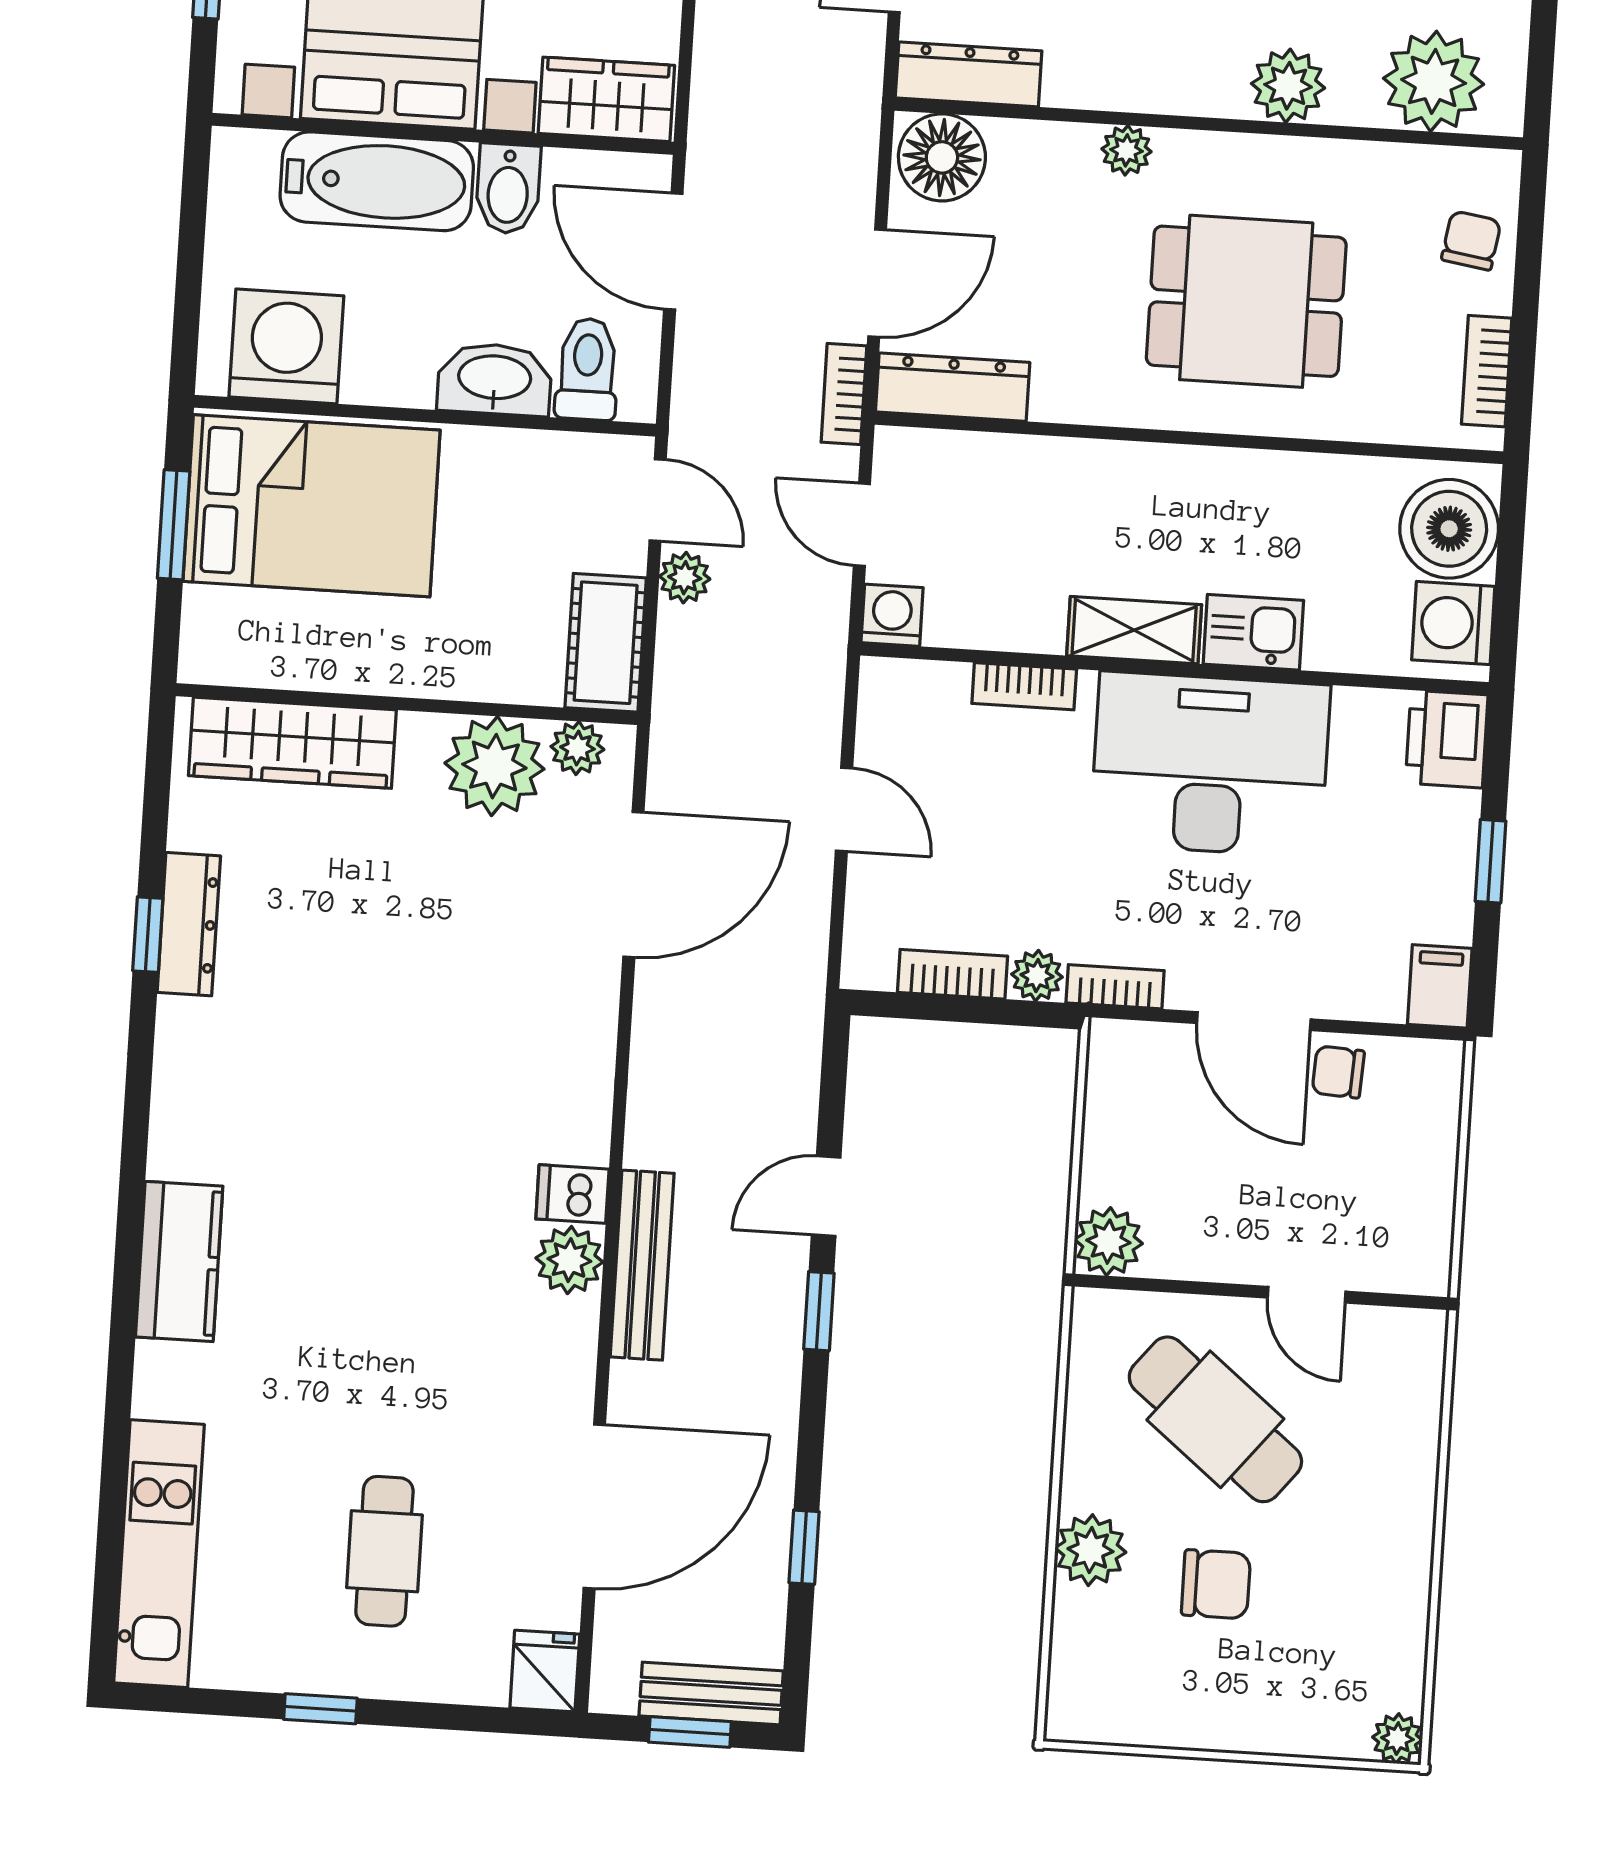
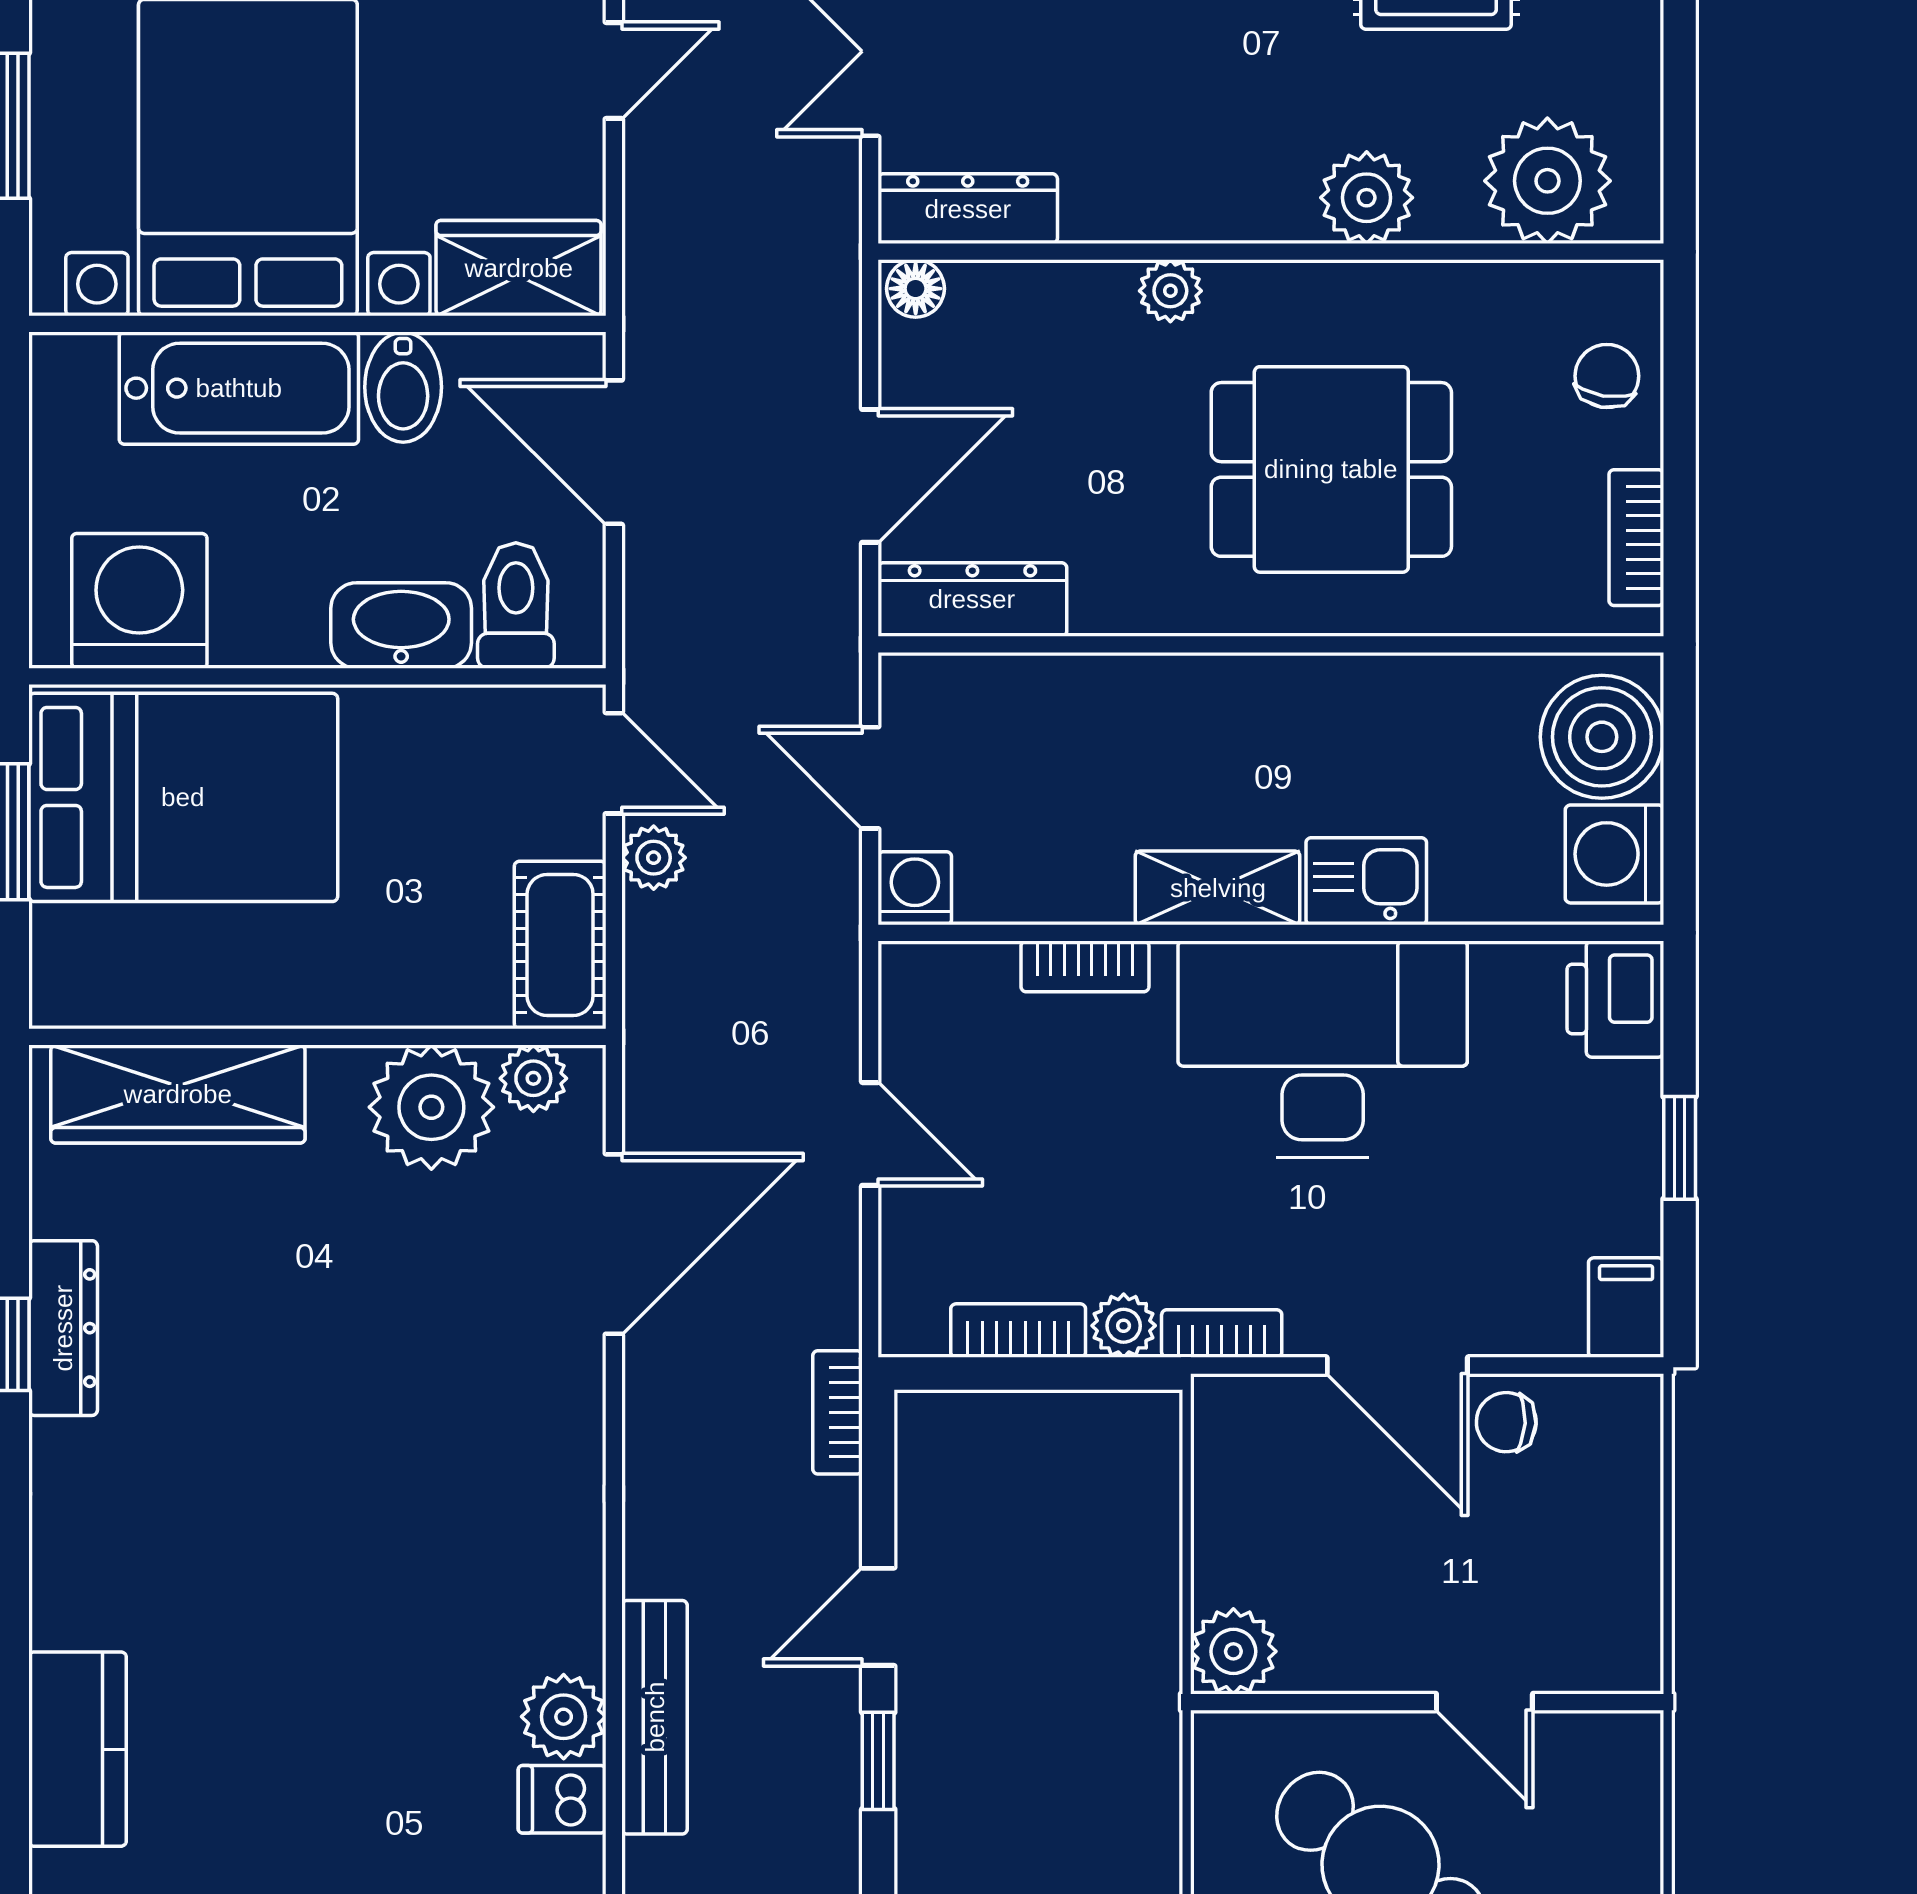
floor lamp: (942, 157) -> (916, 289), width x0.53, depth x0.53
bookcase: (844, 394) -> (837, 1412), moved
dishwasher: (572, 1194) -> (562, 1799), moved

